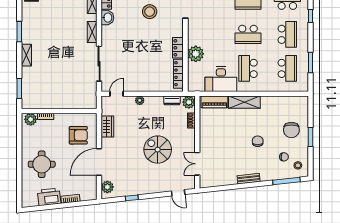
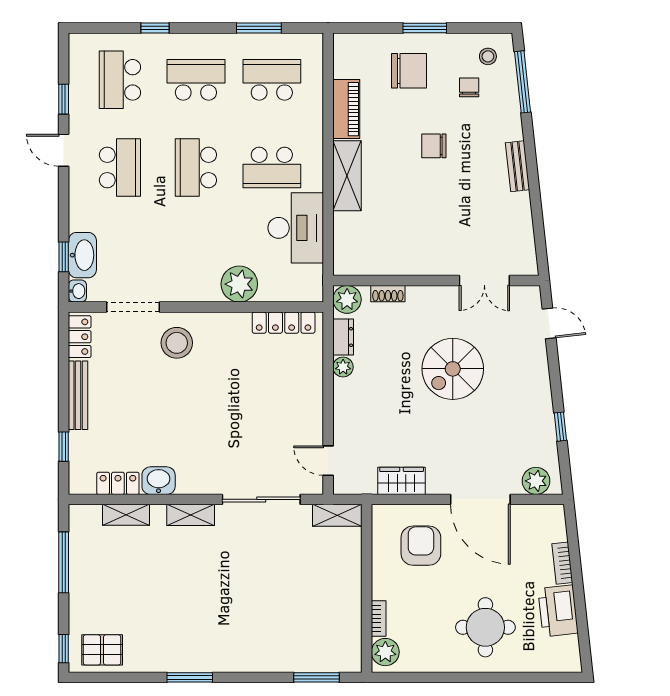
stool: (150, 12) -> (177, 343), moved
school desk: (248, 34) -> (196, 168), turned 180
locker: (178, 48) -> (226, 324), removed
shelving: (26, 55) -> (337, 515), moved
plant: (140, 100) -> (343, 367), moved
piano: (214, 102) -> (346, 109), moved
door: (178, 193) -> (549, 323), hinge flipped

